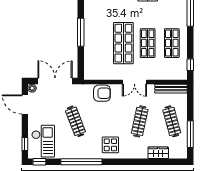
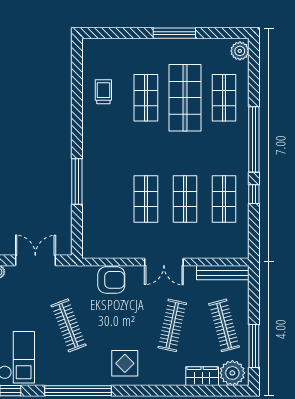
shop shelf: (123, 43) -> (146, 199), width x0.70, depth x0.74
window: (190, 65) -> (254, 194), moved
double door: (55, 81) -> (35, 260), width x0.73
plant: (177, 151) -> (232, 373), added

